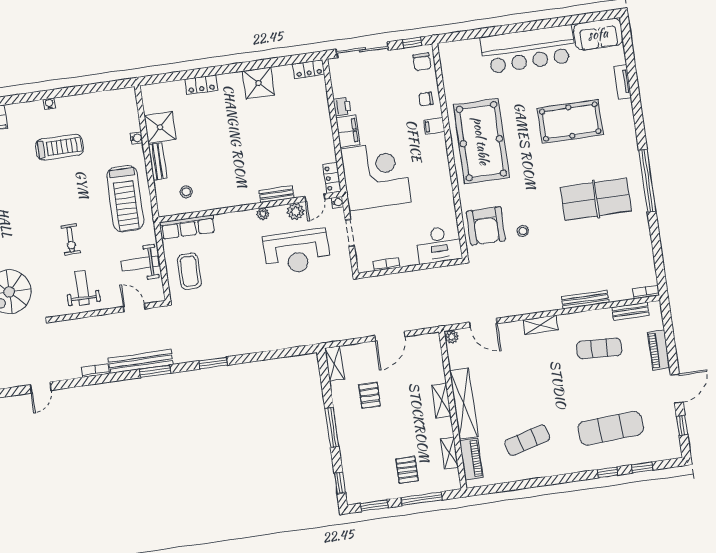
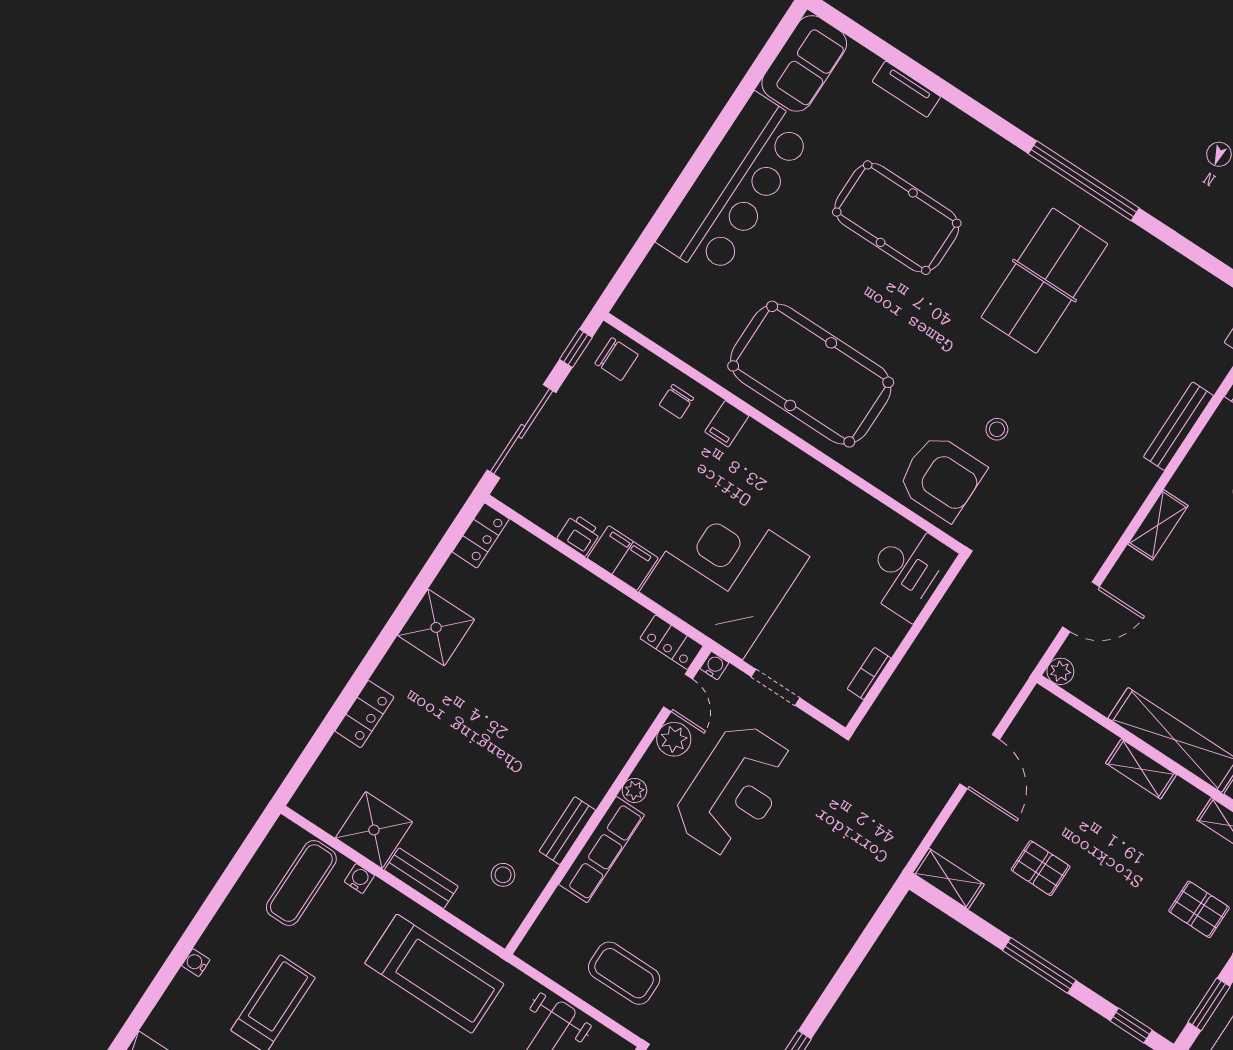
exercise mat: (115, 117) -> (301, 883), added
pool table: (570, 122) -> (897, 218), turned 90
bench: (276, 194) -> (567, 831), moved
row of seats: (188, 227) -> (602, 850), moved

